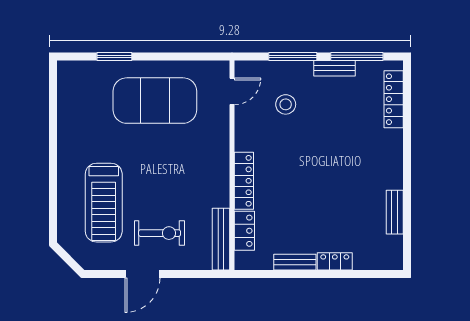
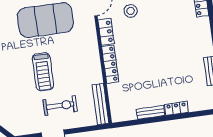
treadmill: (104, 203) -> (43, 72), moved, width x0.73, depth x0.73
locker: (244, 231) -> (106, 32), moved

